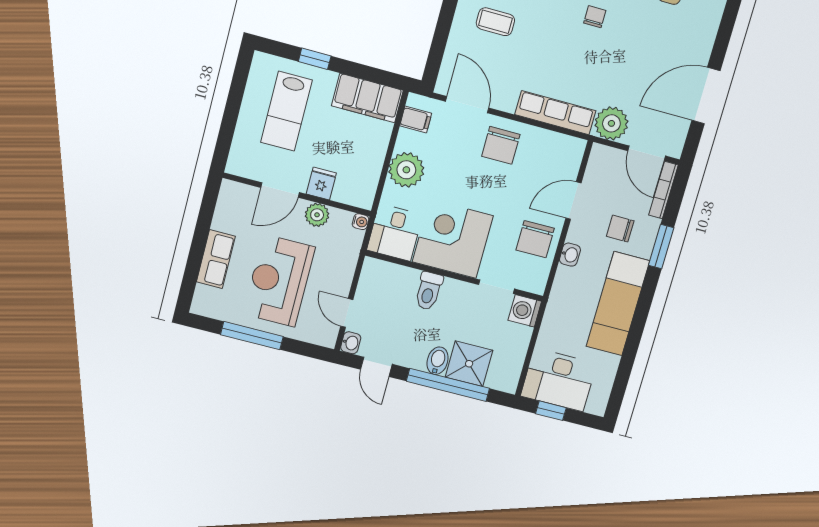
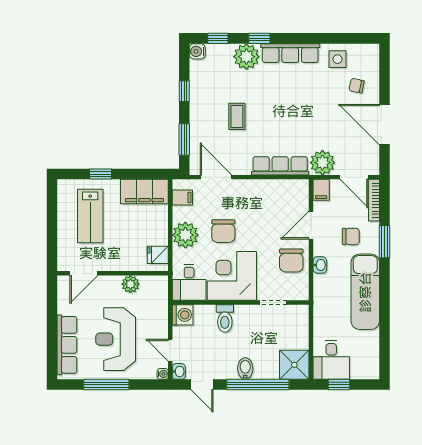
chair: (595, 17) -> (357, 86), moved, turned -79
coffee table: (495, 22) -> (237, 116), moved, turned 90
window: (439, 43) -> (184, 140), added
door: (706, 96) -> (385, 125), hinge flipped
chair: (501, 145) -> (223, 231), moved
filing cabinet: (600, 158) -> (321, 190), added
fridge: (321, 183) -> (158, 255), moved, turned -90
door: (280, 190) -> (84, 273), moved
water cooler: (361, 222) -> (163, 374), moved
chair: (620, 229) -> (351, 236), turned 180
row of seats: (216, 259) -> (67, 345), width x1.48
washing machine: (525, 311) -> (183, 315), moved, turned 180
shower: (469, 364) -> (294, 365), moved
desk: (559, 380) -> (331, 360), width x0.73

